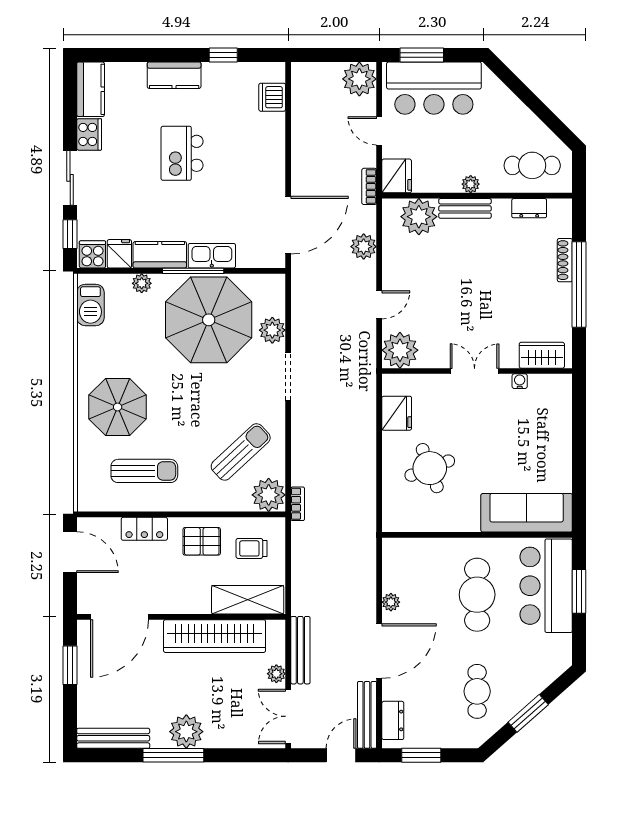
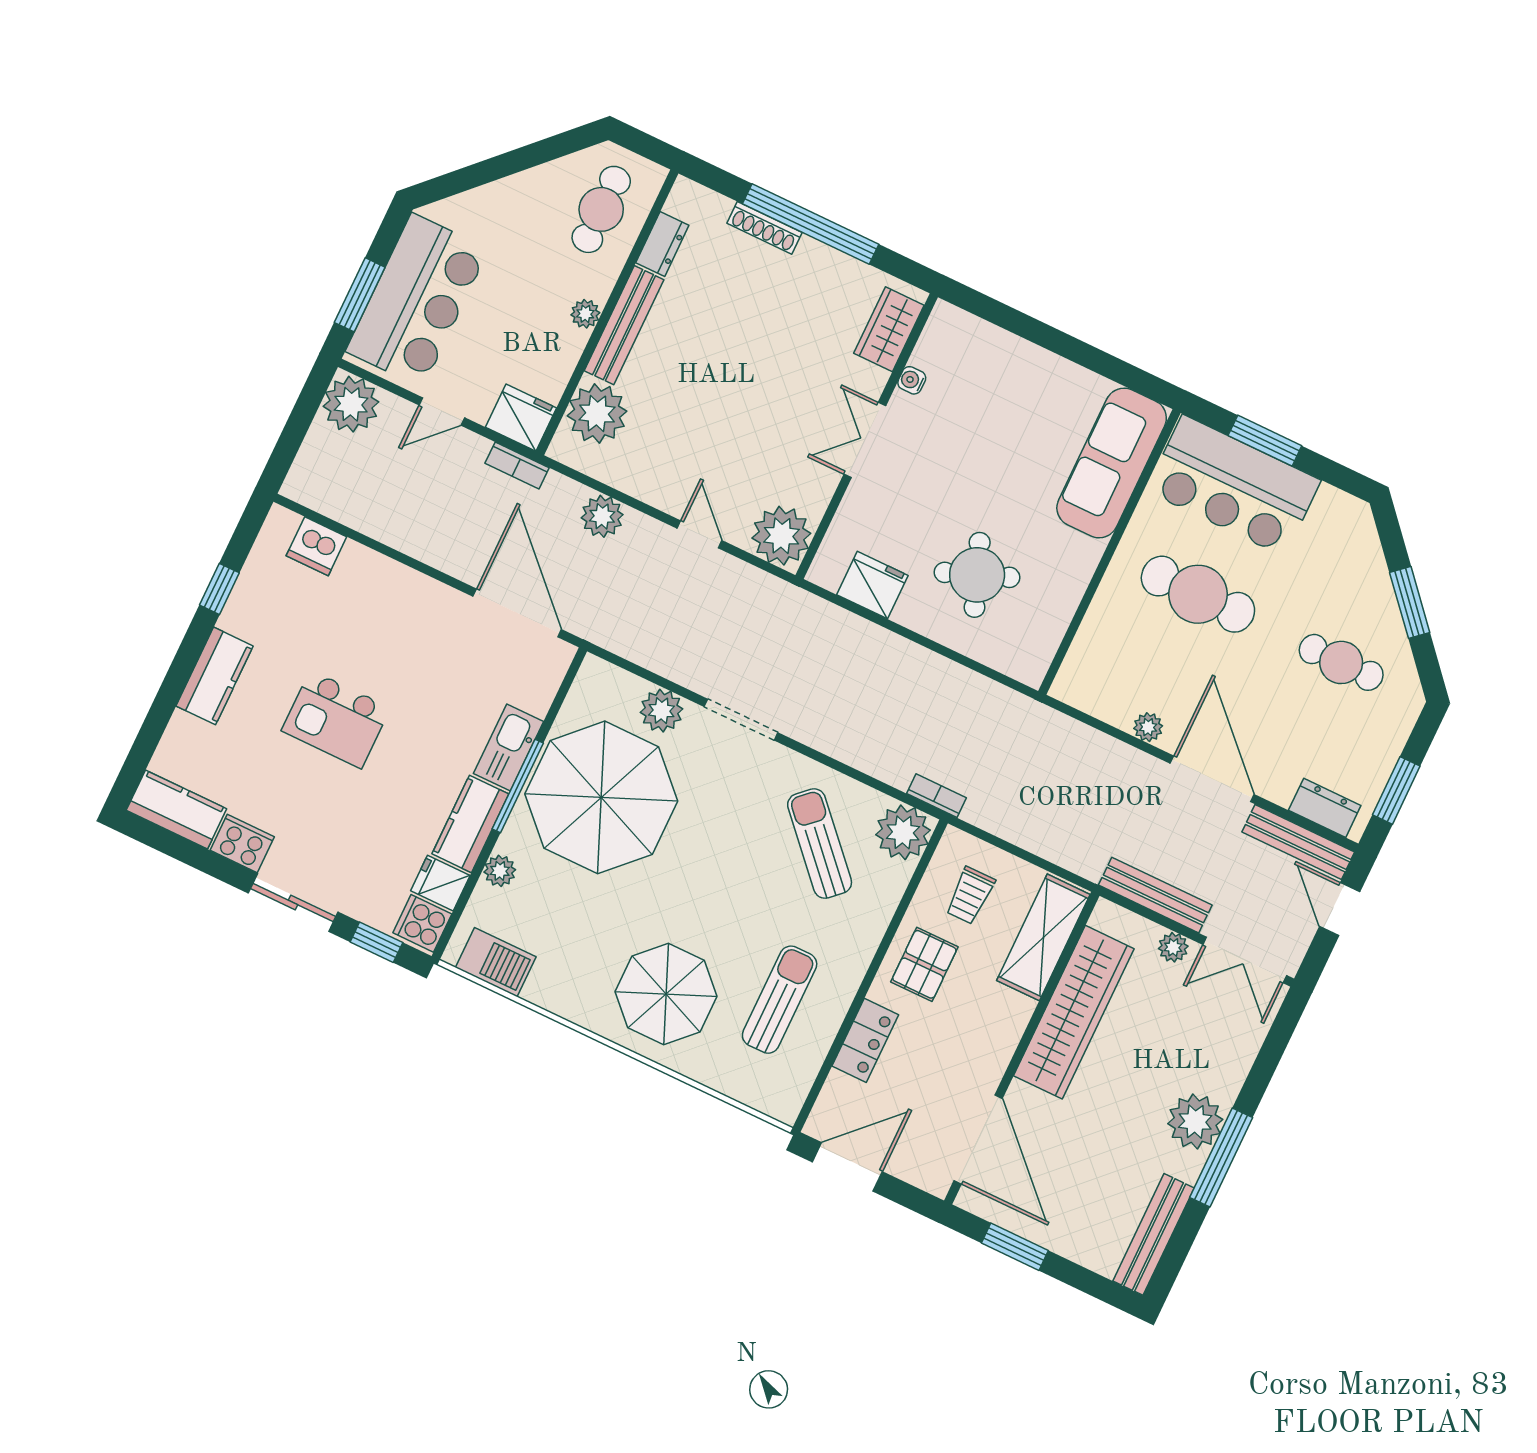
bench: (465, 208) -> (624, 325), width x1.36

